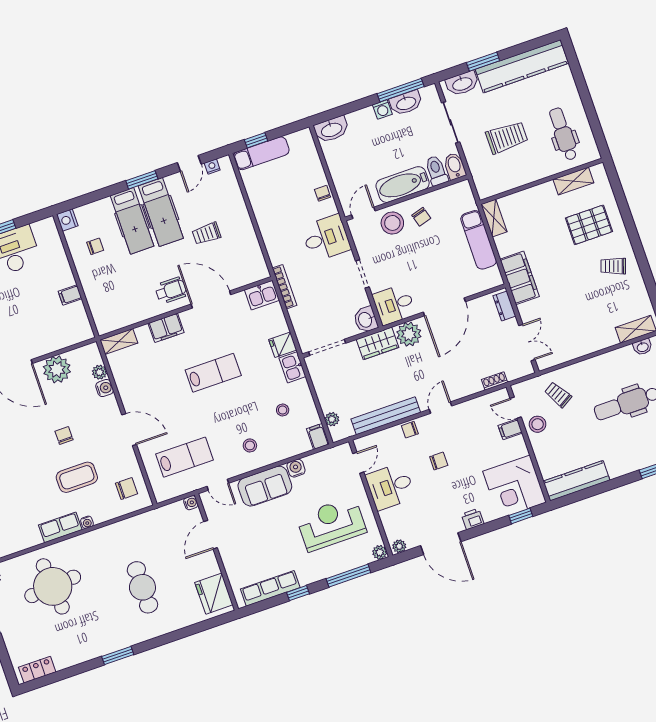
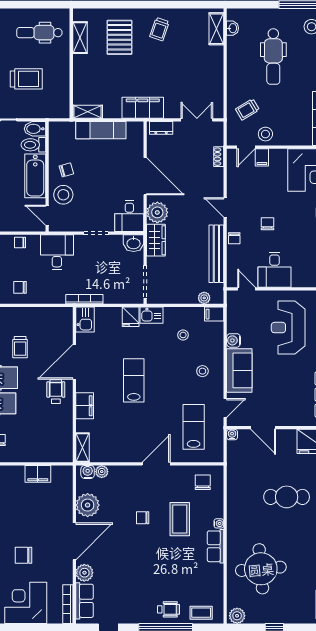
trolley: (507, 137) -> (26, 79), turned 90
chair: (273, 211) -> (20, 287), added
filing cabinet: (70, 295) -> (38, 474), width x2.00
water cooler: (105, 388) -> (88, 472), moved

